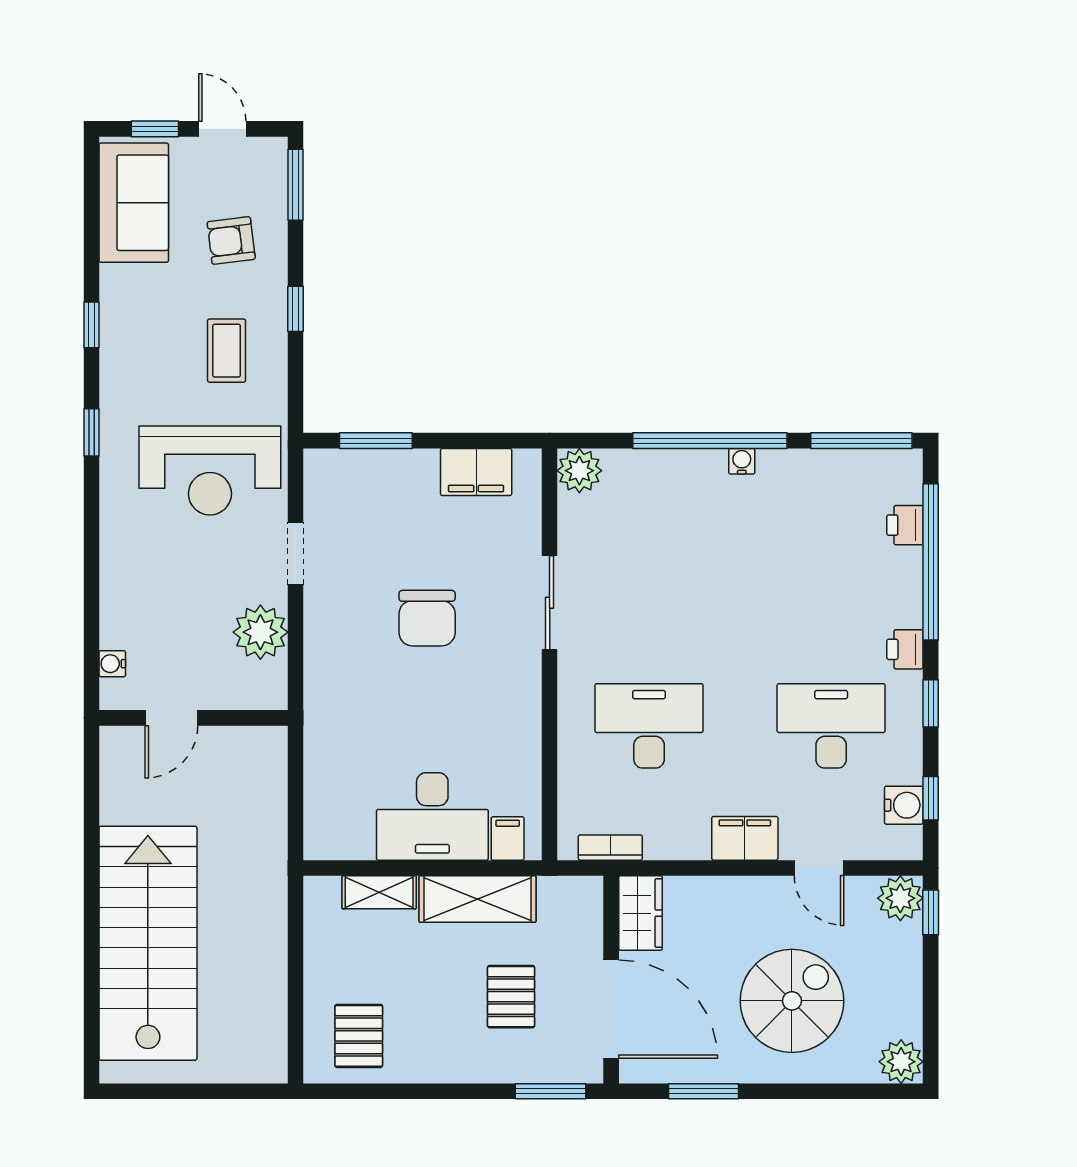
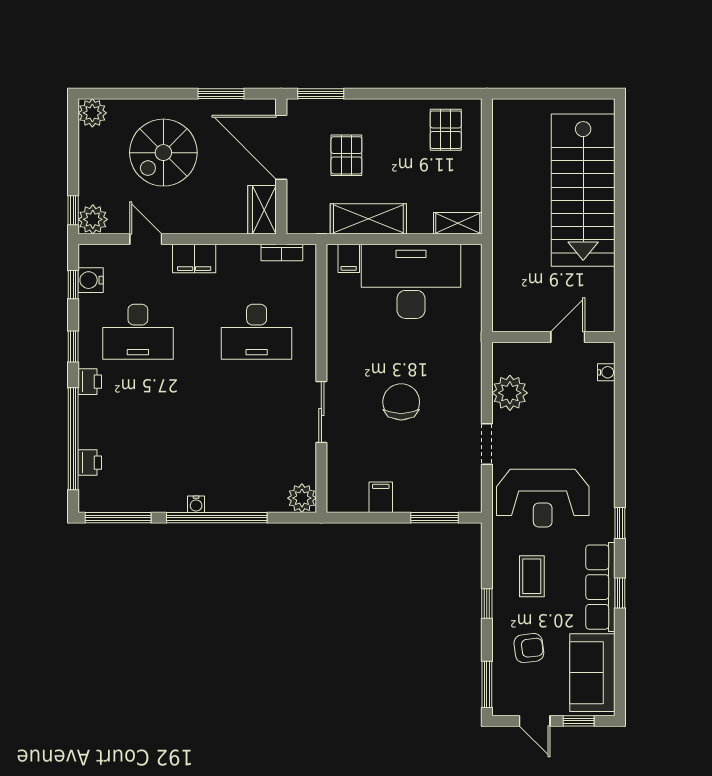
row of seats: (121, 334) -> (600, 587), added
reception desk: (210, 471) -> (543, 498), turned 180
filing cabinet: (476, 472) -> (381, 497), width x0.50
desk: (432, 816) -> (411, 281), width x1.36, depth x1.30
shelving: (379, 892) -> (458, 223), moved

